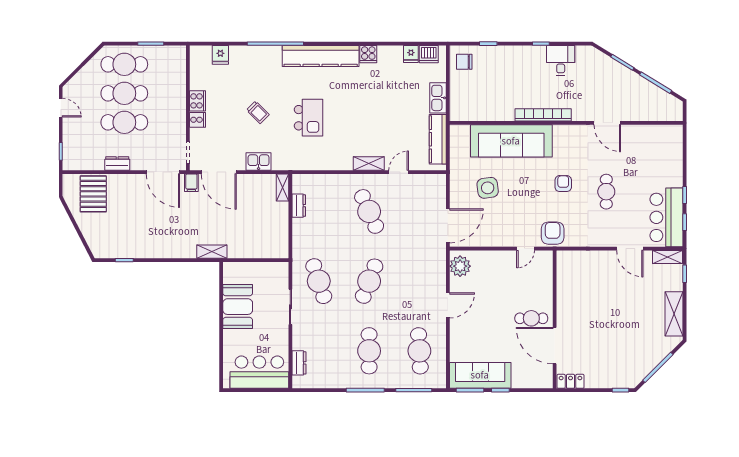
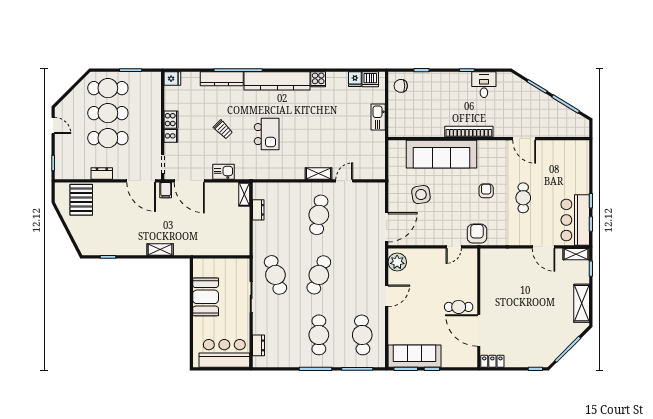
fridge: (220, 55) -> (172, 79), moved, turned -90
kitchen counter: (438, 139) -> (222, 79), moved, turned -90
cafe table: (369, 211) -> (319, 215), turned 33
shelving: (212, 252) -> (160, 250), moved

